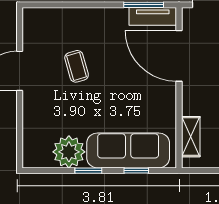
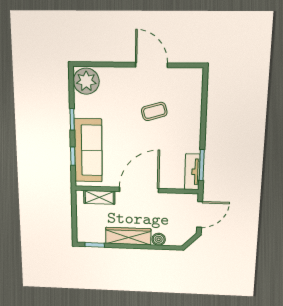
door: (179, 56) -> (139, 190), moved
plant: (69, 152) -> (86, 81), moved

